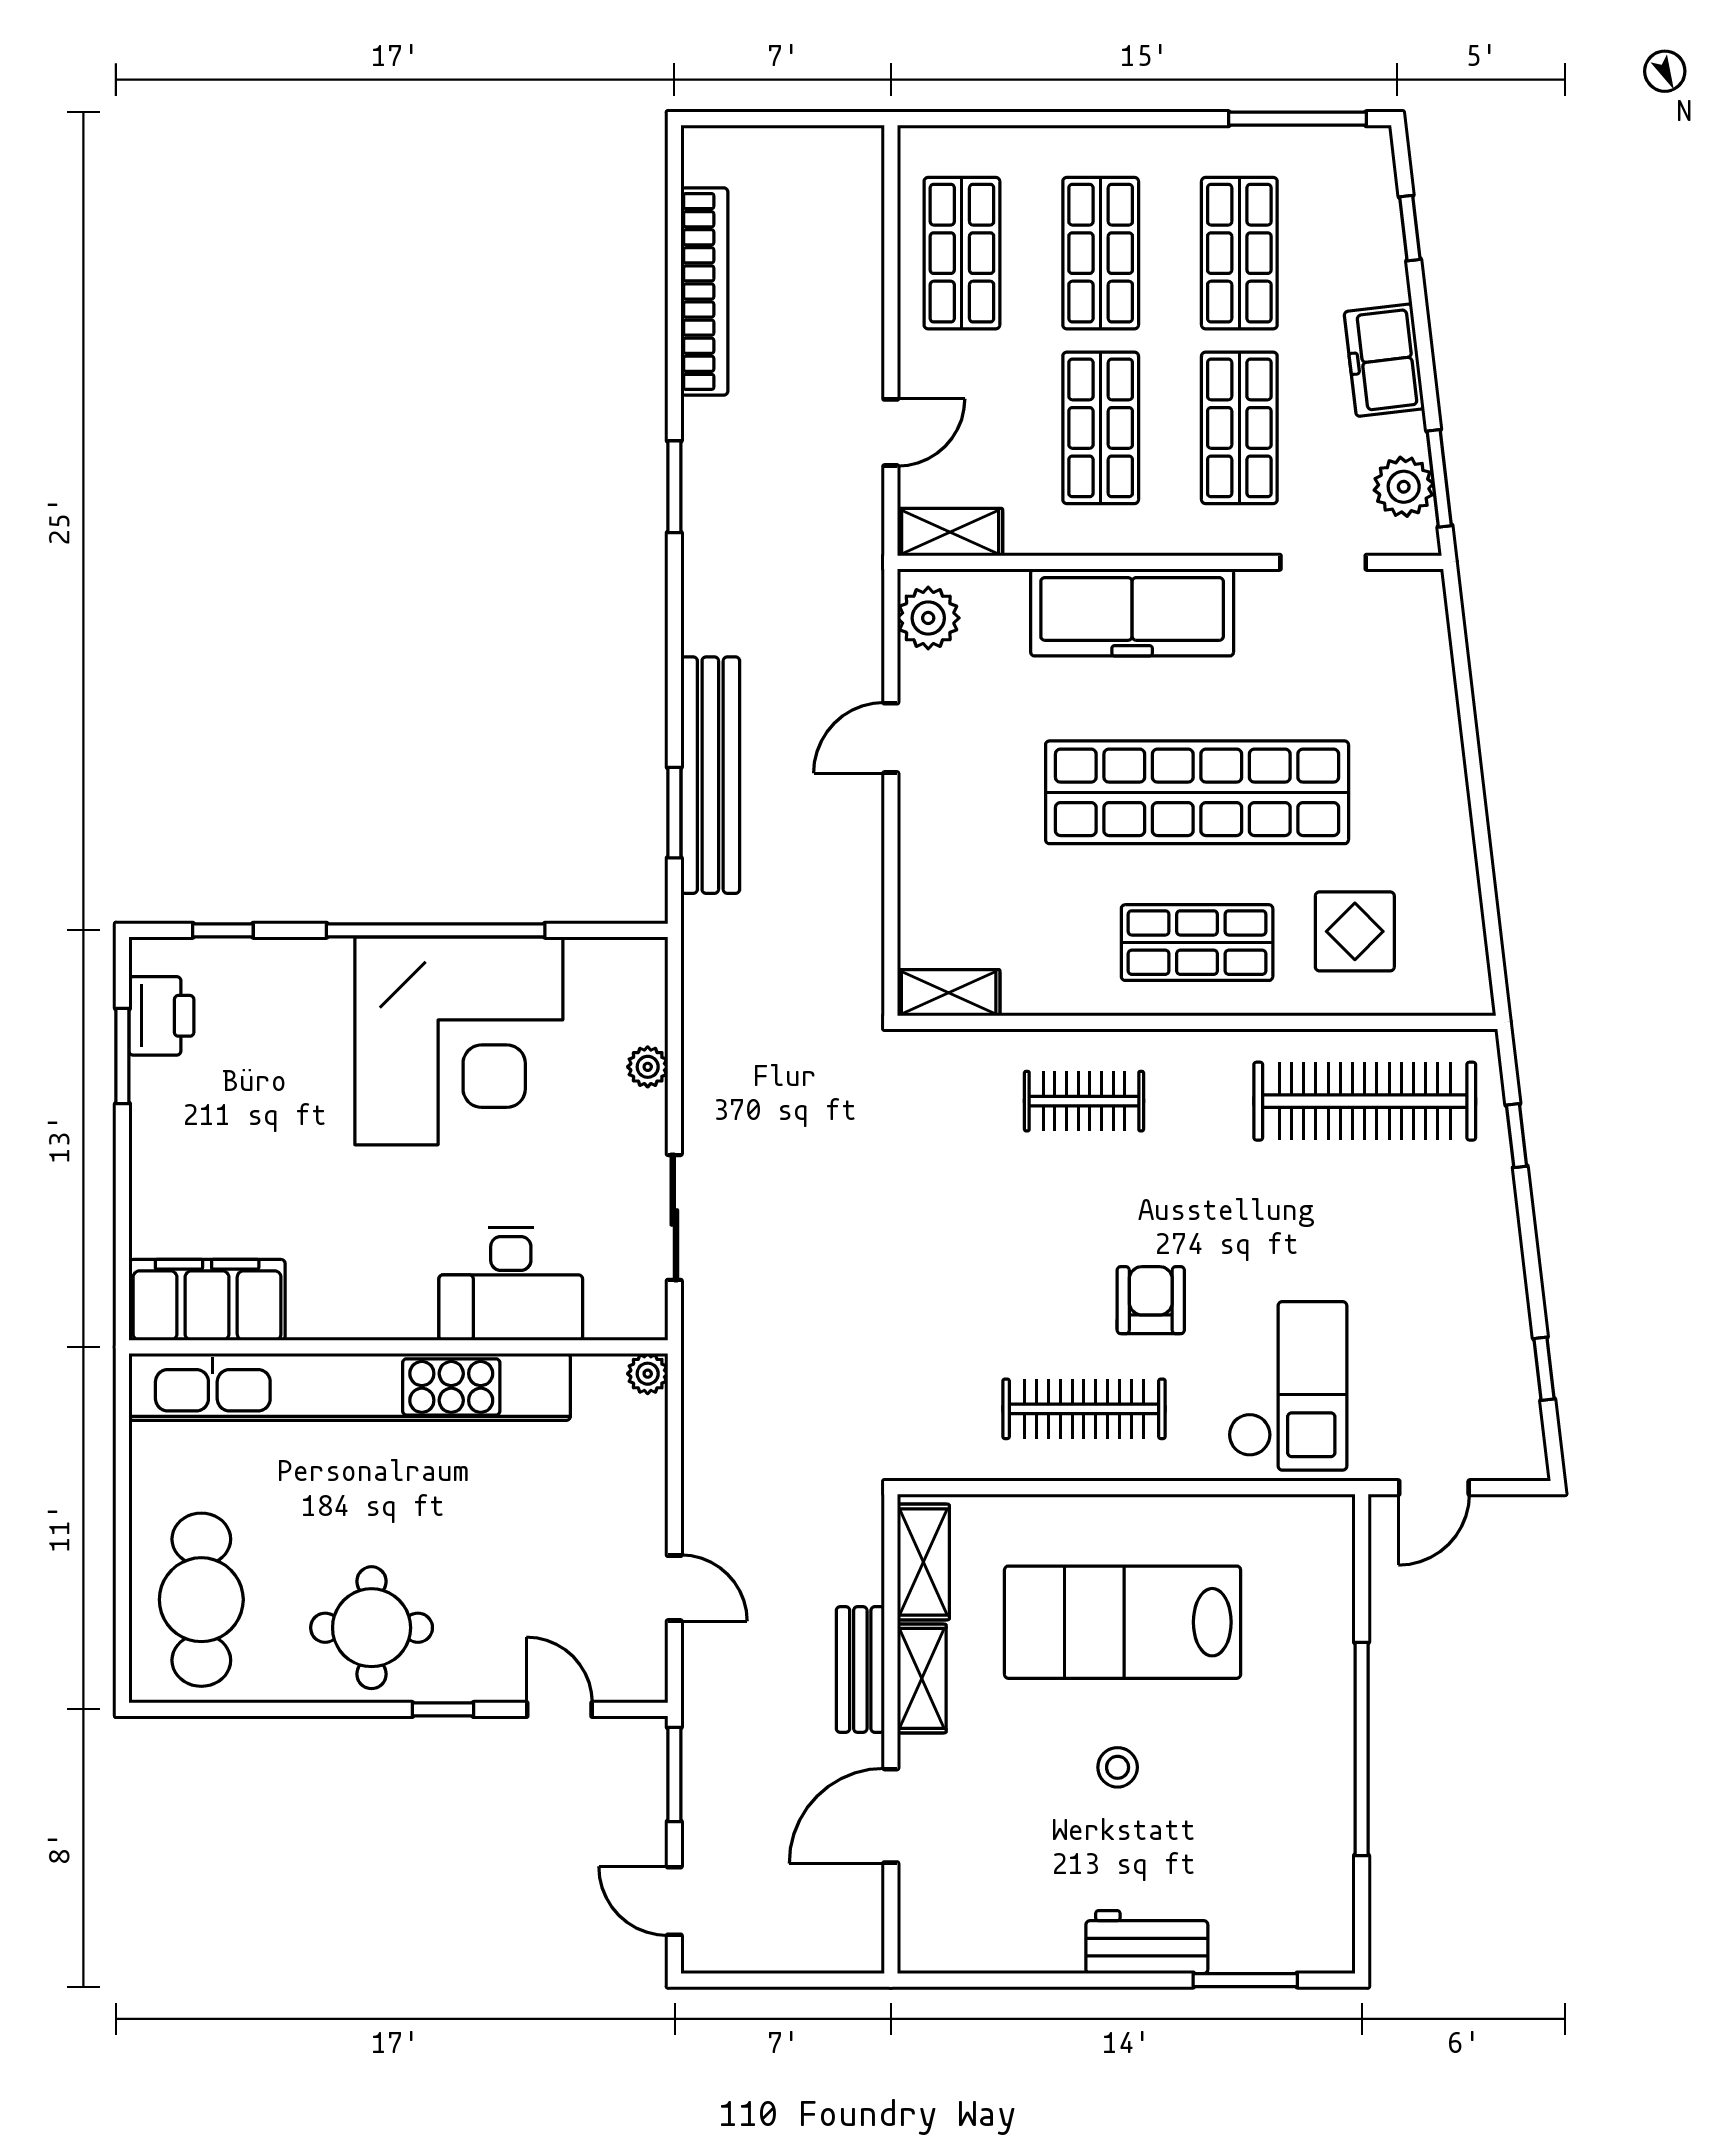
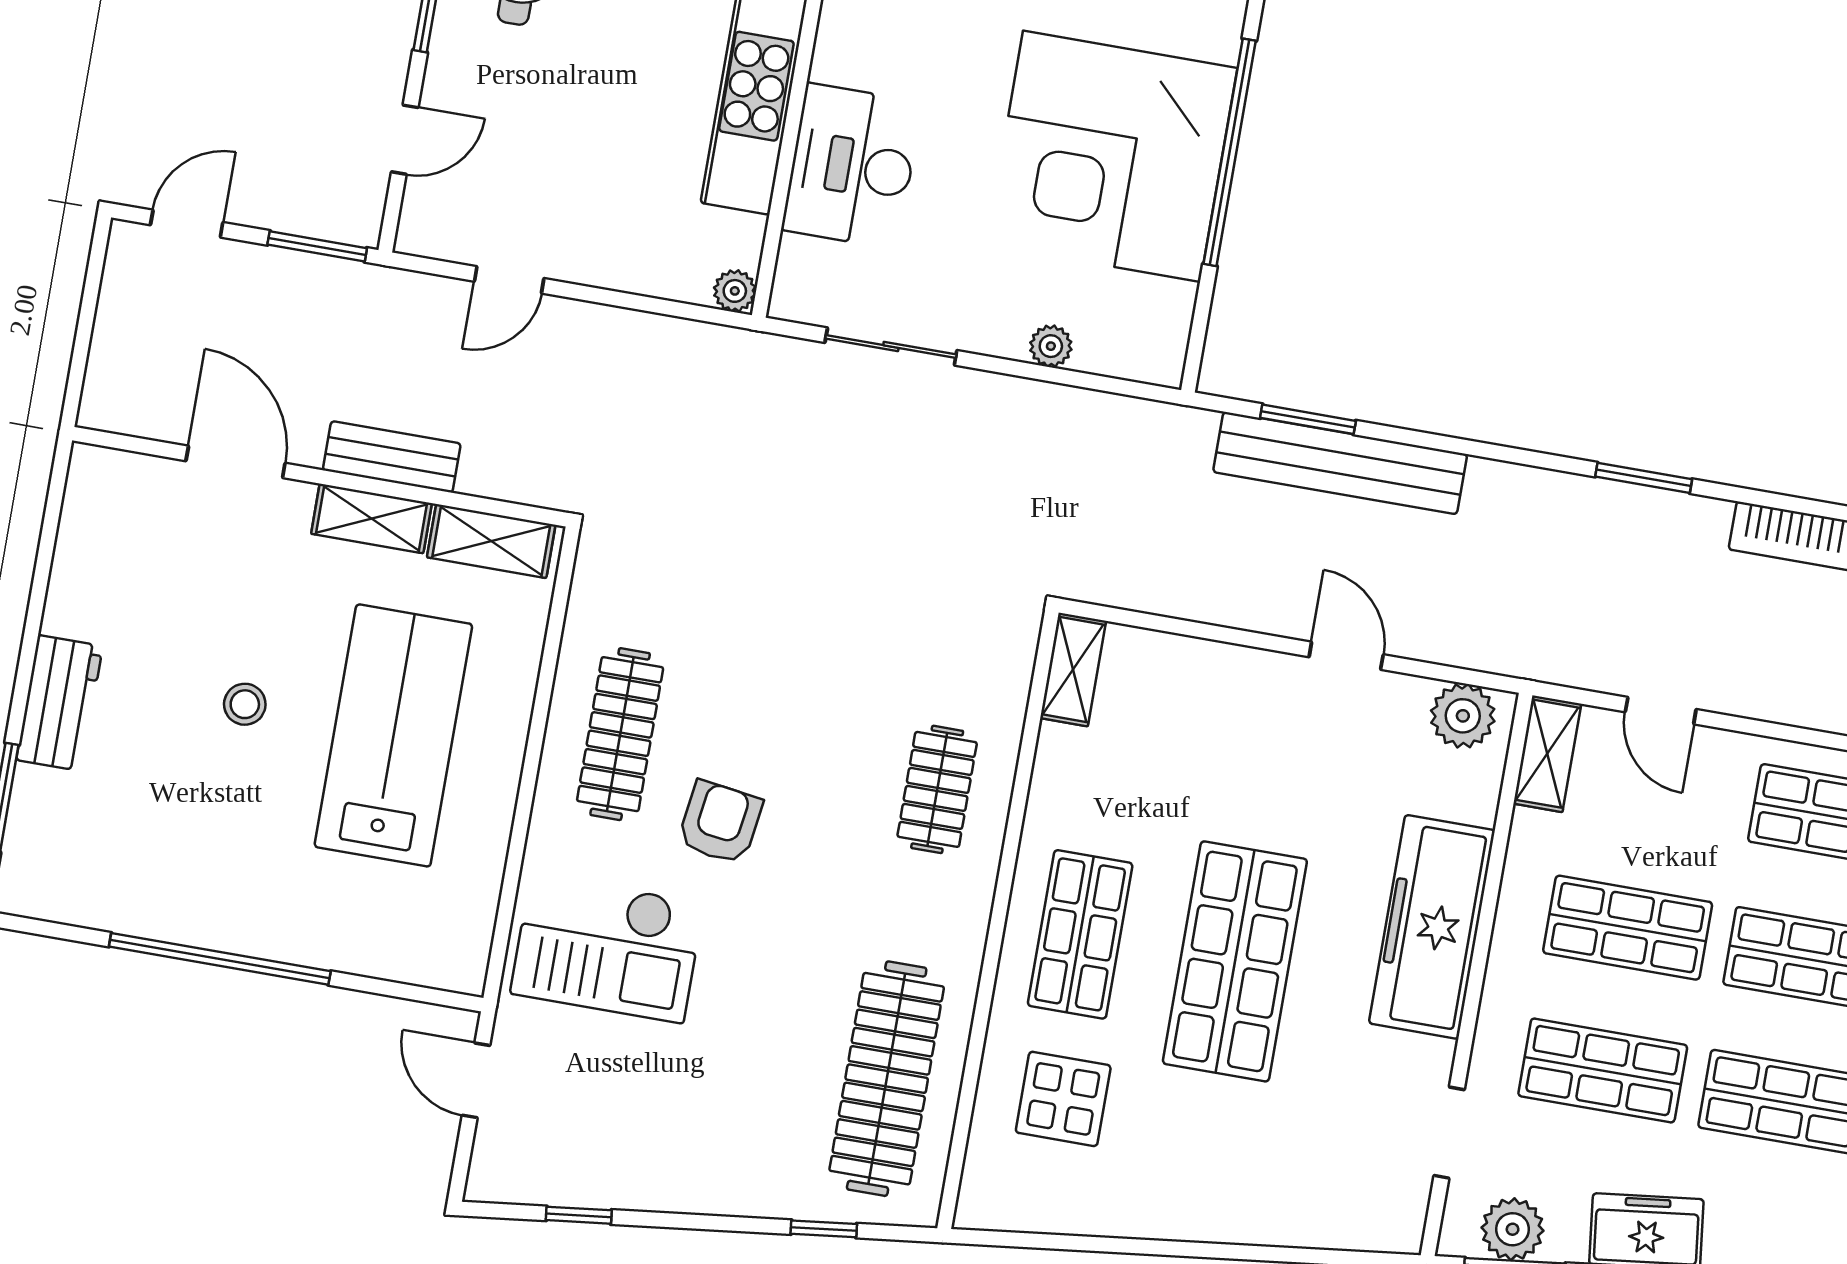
shop shelf: (1197, 792) -> (1235, 961), width x0.71
armchair: (1151, 1300) -> (720, 822), turned -82

